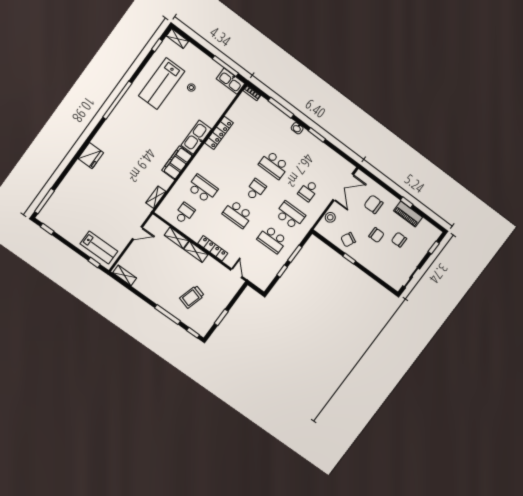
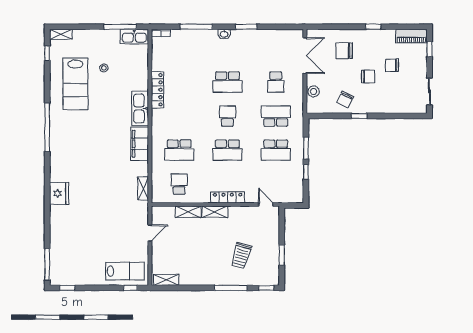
school desk: (203, 189) -> (179, 150), turned 180
piano: (408, 214) -> (411, 36), moved

